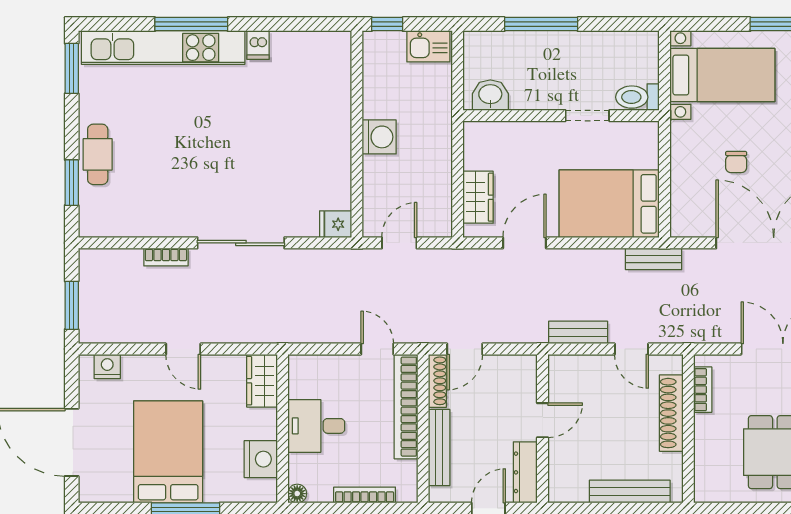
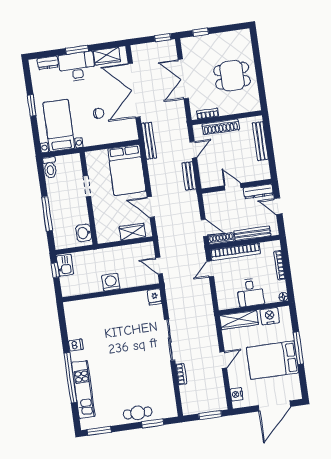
window: (191, 24) -> (70, 378), width x1.46
window: (387, 24) -> (55, 270), moved
kitchen unit: (163, 48) -> (83, 389), width x0.73
toilet: (637, 97) -> (50, 167), moved
bench: (654, 259) -> (149, 141), width x1.36
wardrobe: (262, 381) -> (239, 320), width x1.50

